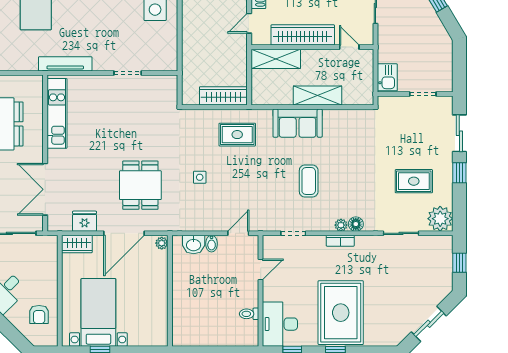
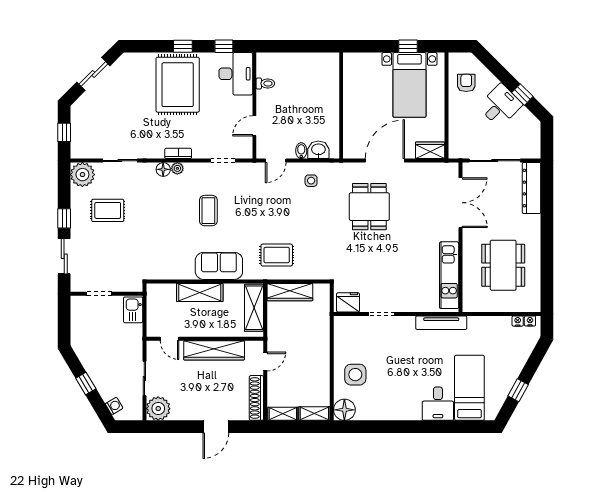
shelving: (276, 59) -> (254, 308), moved, turned 90
side table: (200, 177) -> (311, 181), moved
fridge: (85, 221) -> (348, 302), moved, turned 180
plant: (162, 243) -> (349, 151), removed

